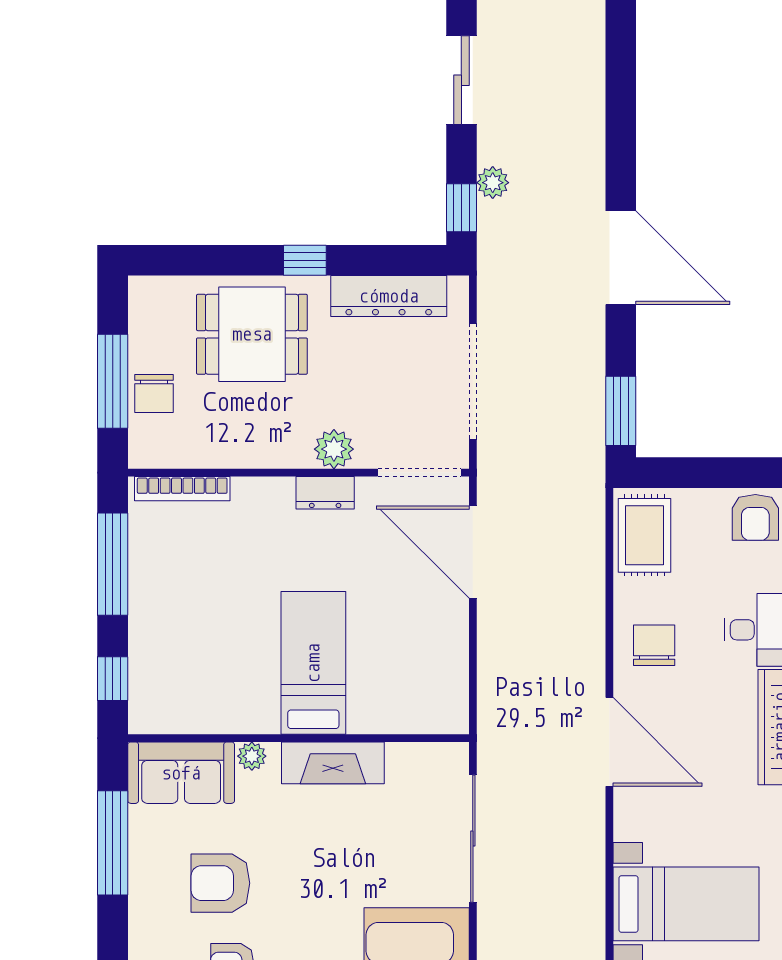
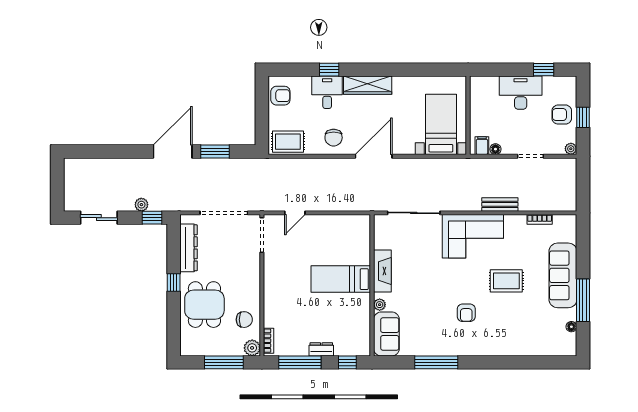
chair: (154, 394) -> (244, 320), moved
window: (621, 411) -> (215, 151), moved
plant: (334, 449) -> (252, 348), moved
bookcase: (182, 489) -> (268, 341), width x0.64
dresser: (325, 493) -> (321, 349), moved, turned -90
door: (473, 552) -> (295, 213), width x0.53
chair: (654, 645) -> (334, 138), turned -90
window: (113, 843) -> (436, 362), moved
armchair: (220, 883) -> (432, 318), removed

